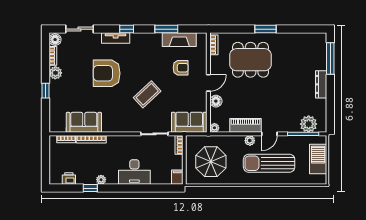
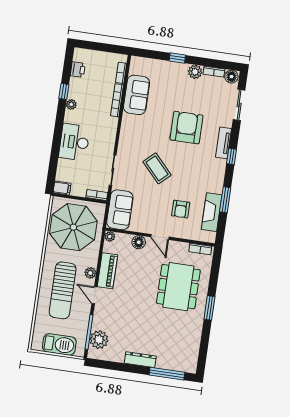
parasol: (211, 162) -> (73, 227), width x1.36, depth x1.36
sun lounger: (269, 163) -> (63, 290), turned 180

